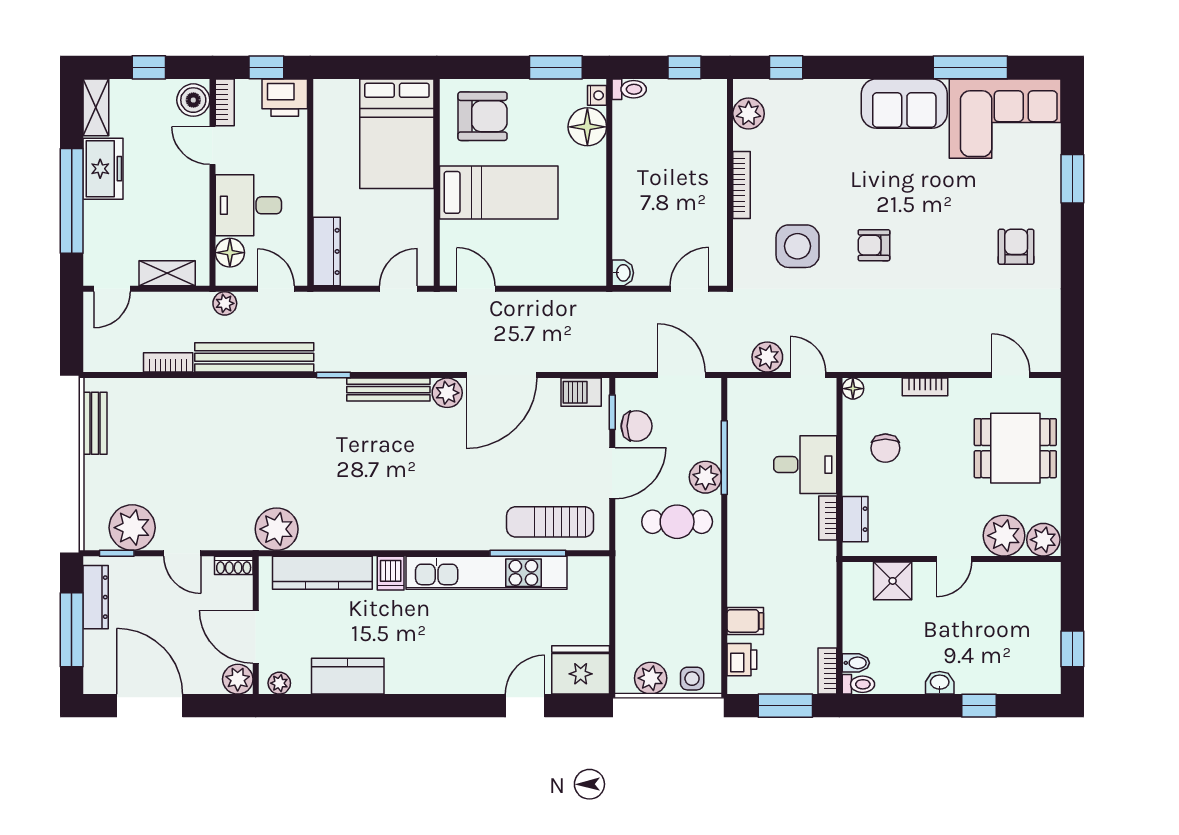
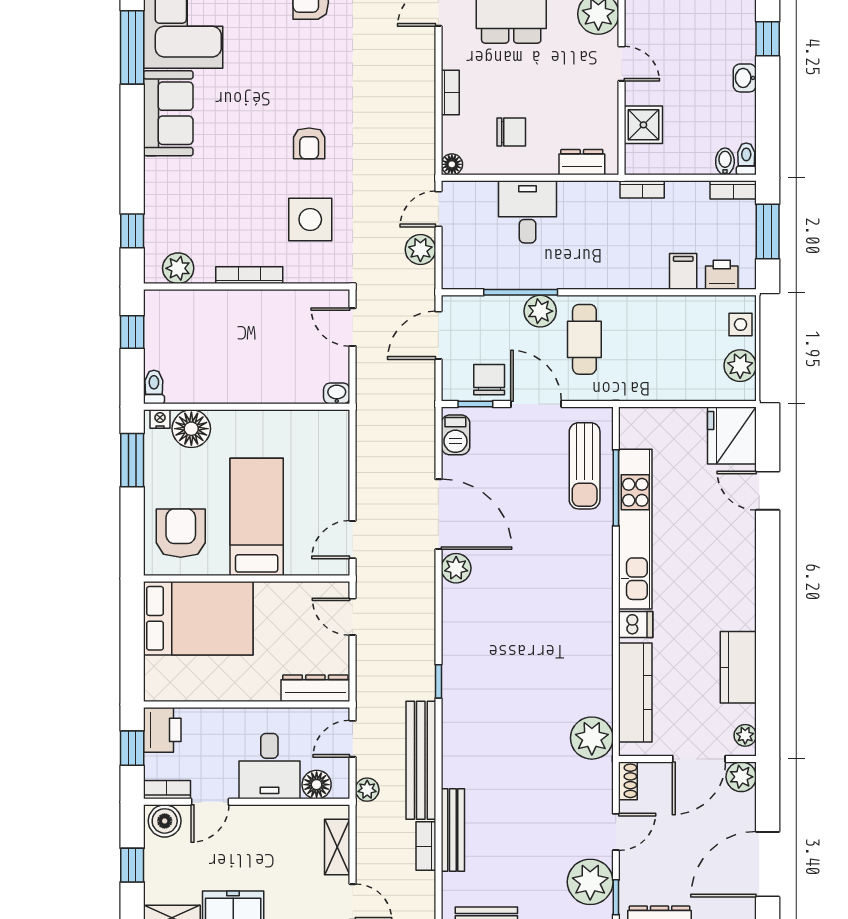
bench: (388, 390) -> (453, 830), moved
bookcase: (828, 518) -> (642, 189), moved

